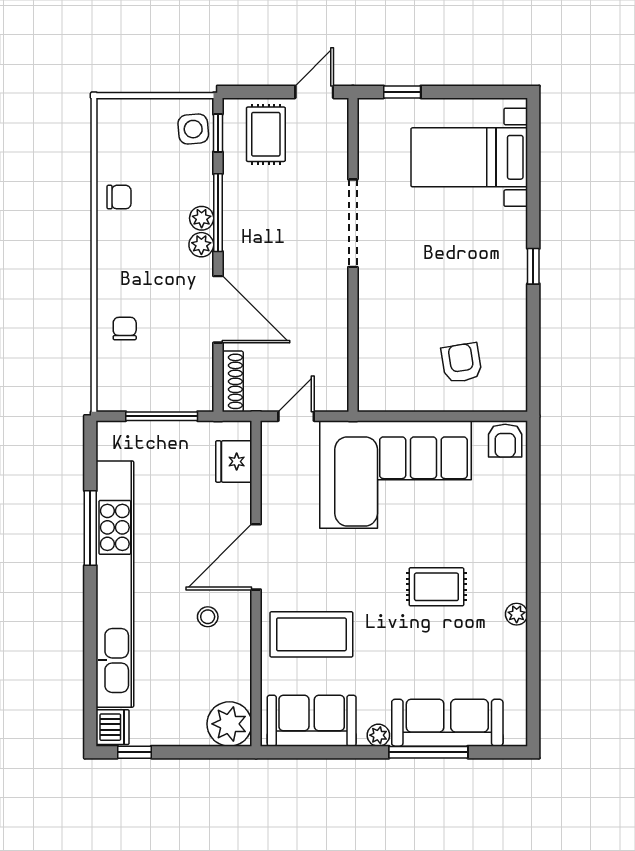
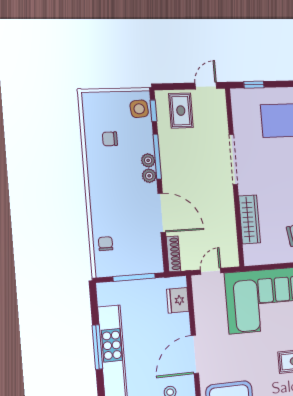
chair: (119, 197) -> (110, 139), moved, turned 180
chair: (125, 329) -> (106, 244), moved
wardrobe: (374, 330) -> (249, 219), added

